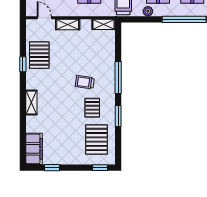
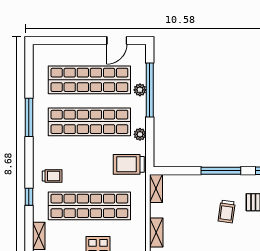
plant: (184, 11) -> (140, 90), added

